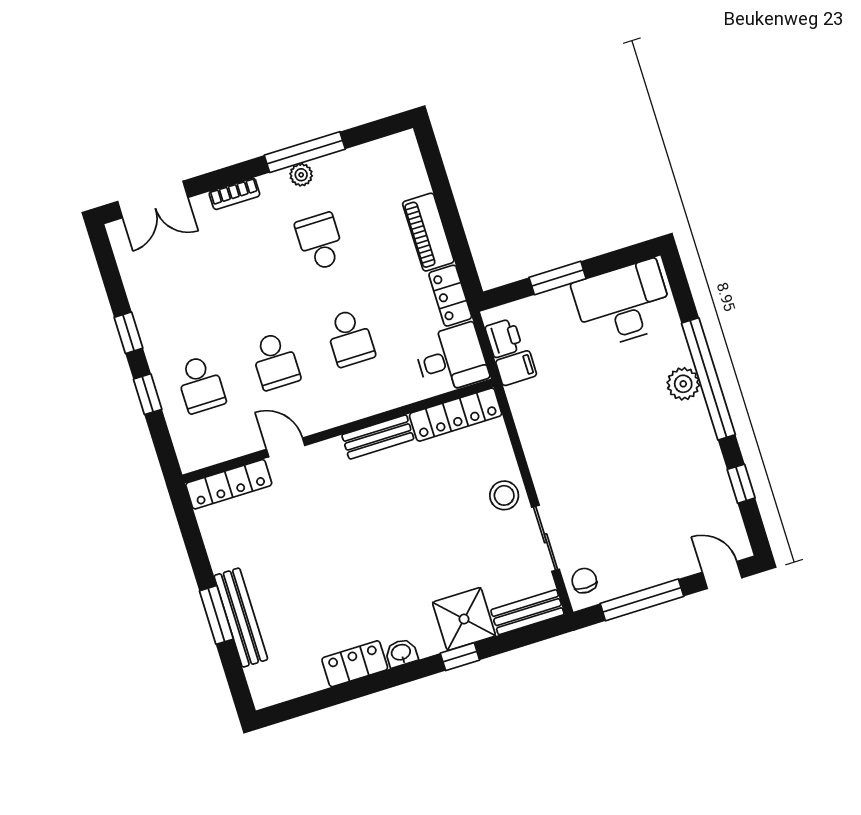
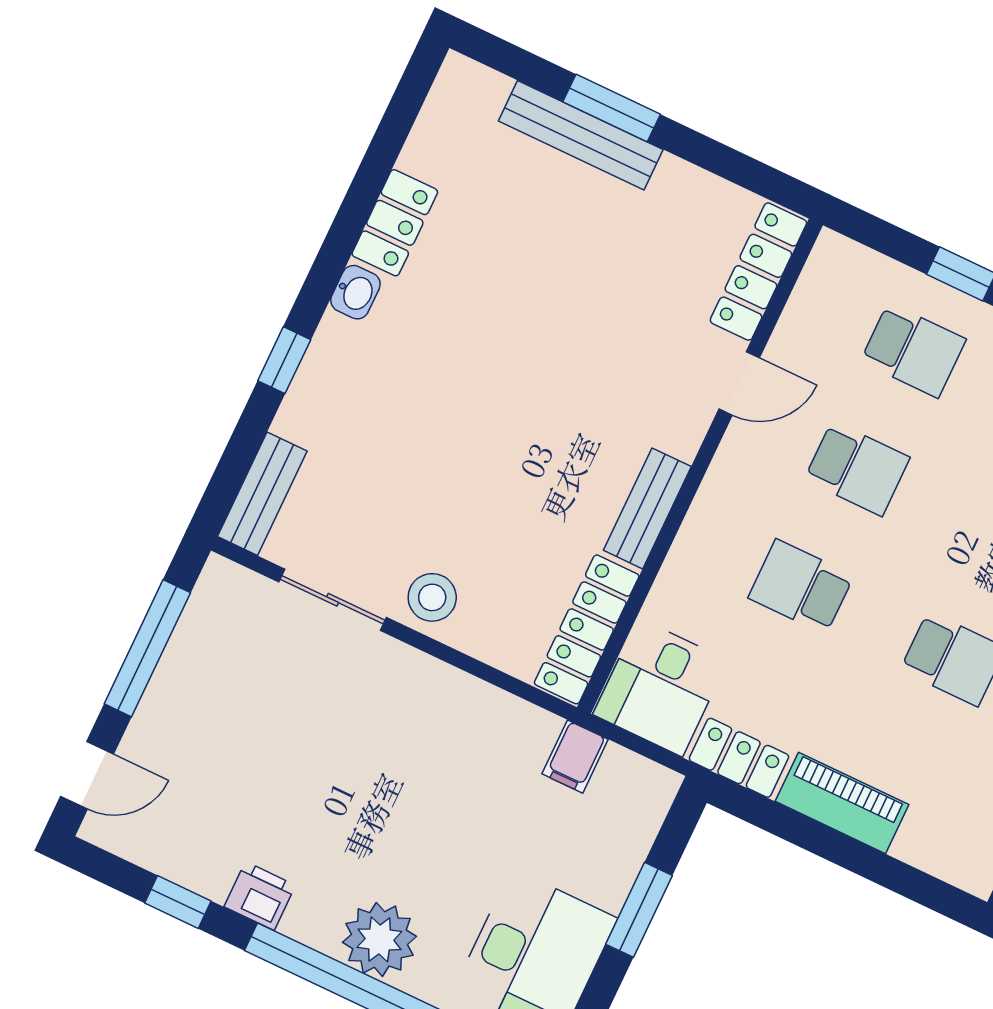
printer: (504, 338) -> (260, 896), moved, turned 180
school desk: (275, 361) -> (857, 468), turned 180
school desk: (201, 384) -> (913, 350), turned 180
plant: (683, 384) -> (379, 939), width x1.36, depth x1.36
chair: (584, 581) -> (237, 599), removed
shower: (464, 619) -> (326, 408), removed

